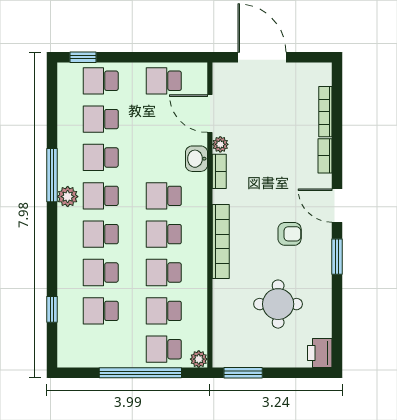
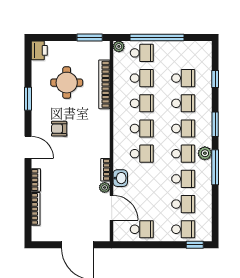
window: (52, 241) -> (215, 124), added
bookcase: (221, 241) -> (104, 84), moved
window: (337, 257) -> (28, 99), moved

